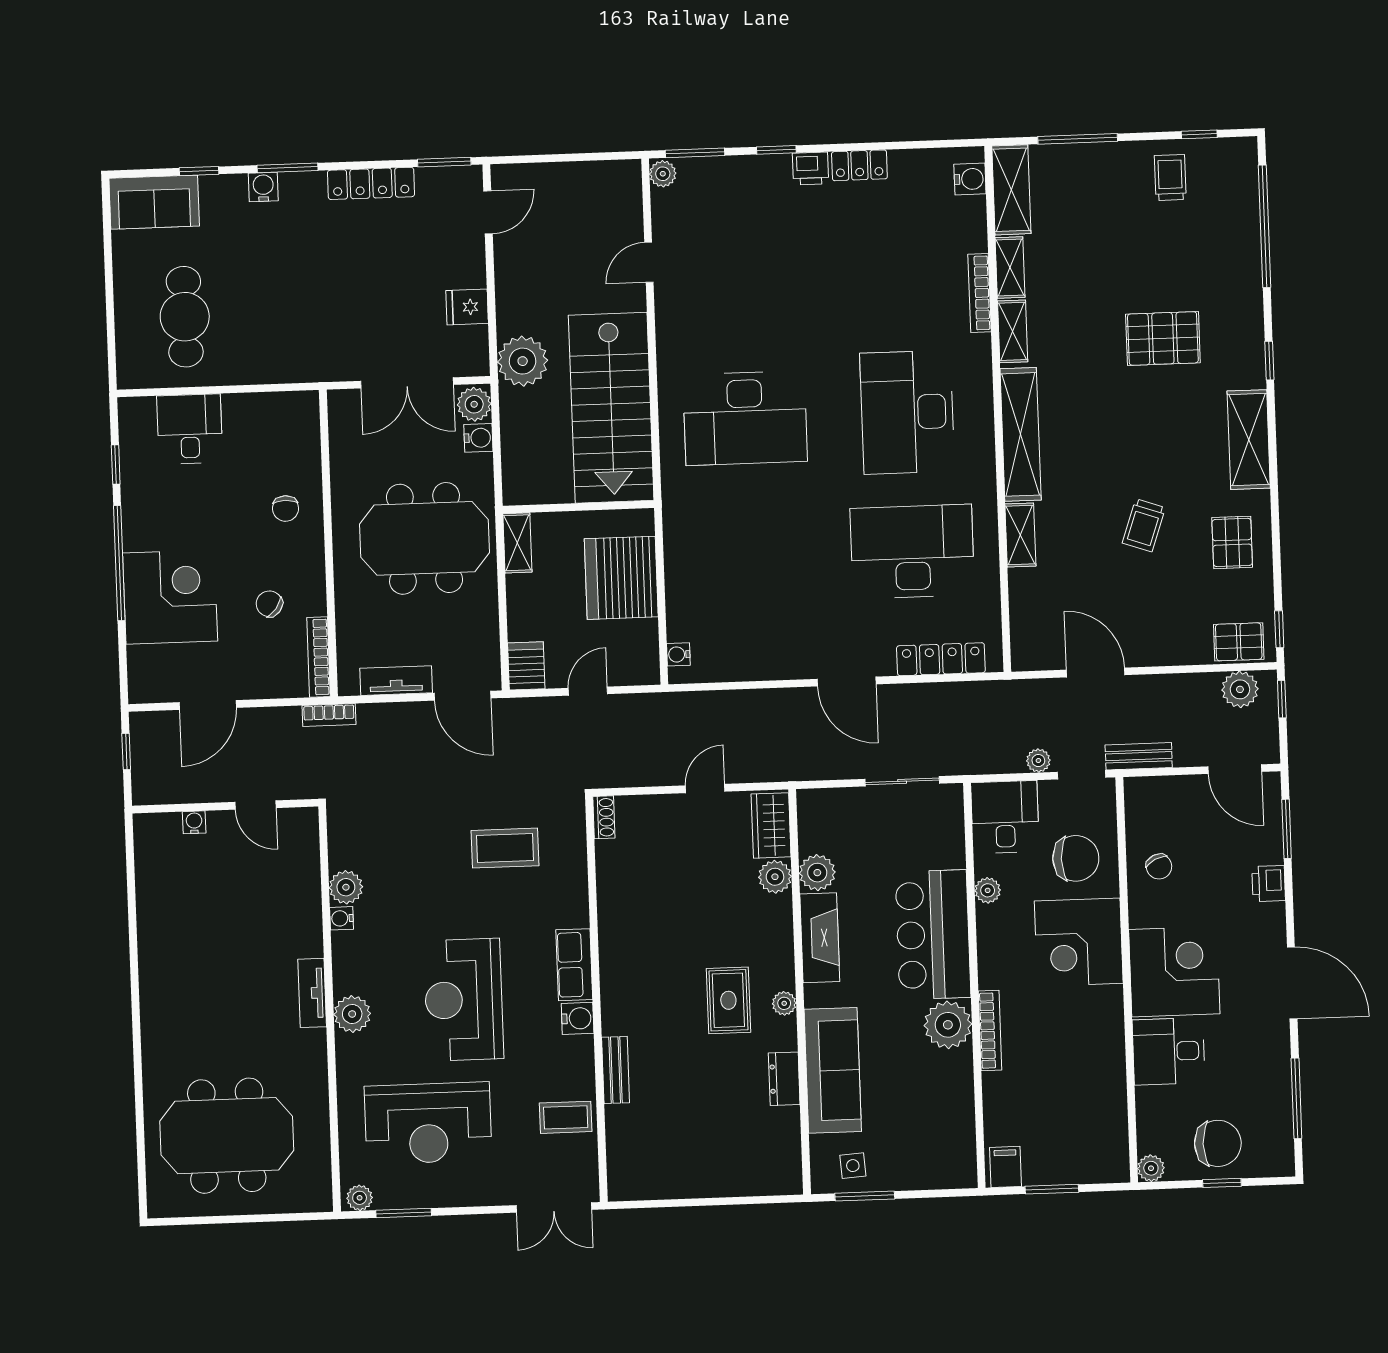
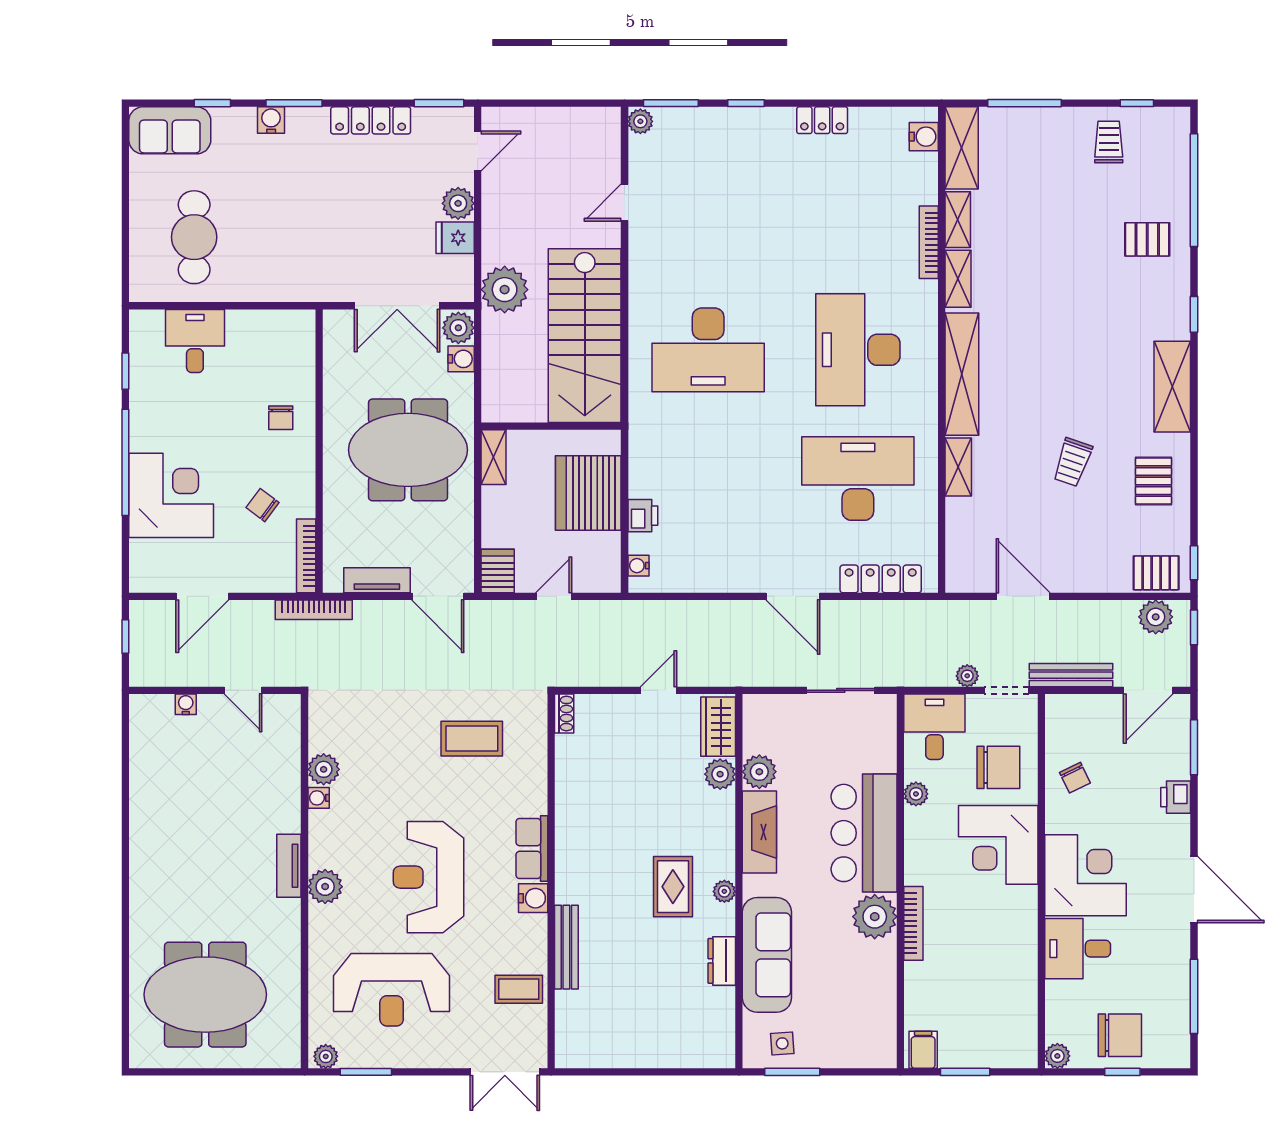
printer: (811, 168) -> (643, 516), moved, turned -90
plant: (469, 270) -> (458, 203), added
pallet: (1163, 338) -> (1147, 239), moved, width x0.67, depth x0.71
bookcase: (329, 715) -> (314, 610), width x1.56
bench: (1139, 756) -> (1071, 675), width x1.36
door: (1235, 769) -> (1148, 690), hinge flipped
bench: (616, 1070) -> (566, 947), width x1.36

